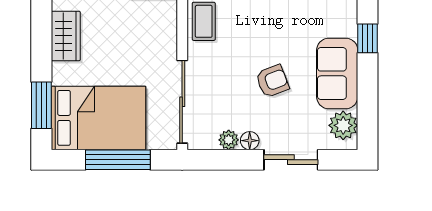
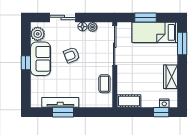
window: (368, 38) -> (26, 63), moved
bed: (98, 118) -> (155, 32), width x0.67
window: (118, 160) -> (146, 17), width x0.69

